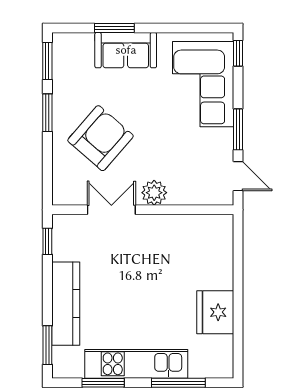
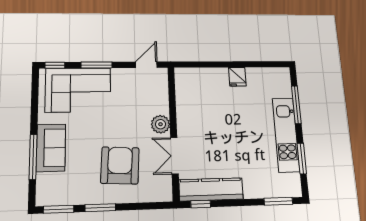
window: (114, 28) -> (33, 157), width x1.44
window: (238, 129) -> (97, 65), moved
armchair: (100, 138) -> (120, 165), turned 52
kitchen counter: (66, 304) -> (211, 189), moved
fridge: (215, 312) -> (237, 77), width x0.53, depth x0.75

